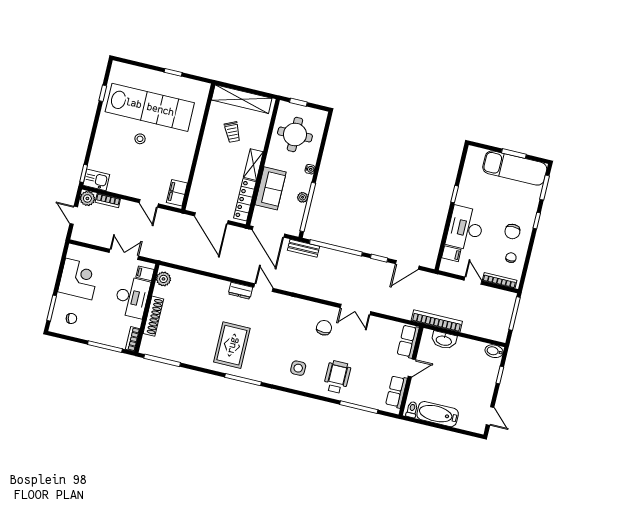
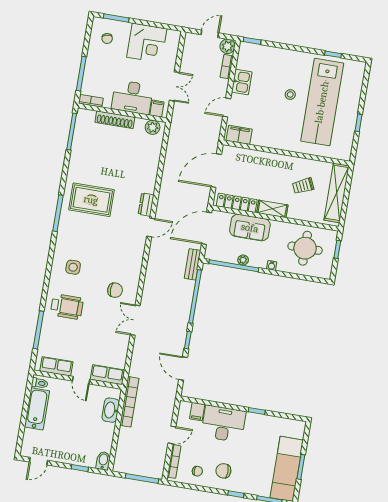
kitchen sink: (96, 180) -> (242, 82), moved

